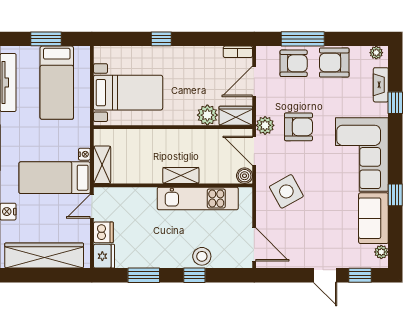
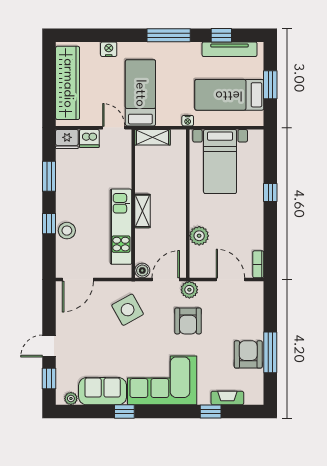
window: (303, 39) -> (270, 352), moved
plant: (376, 53) -> (258, 394), removed
armchair: (294, 63) -> (247, 316), removed
wardrobe: (236, 116) -> (198, 262), removed
nightstand: (84, 154) -> (188, 121), moved

